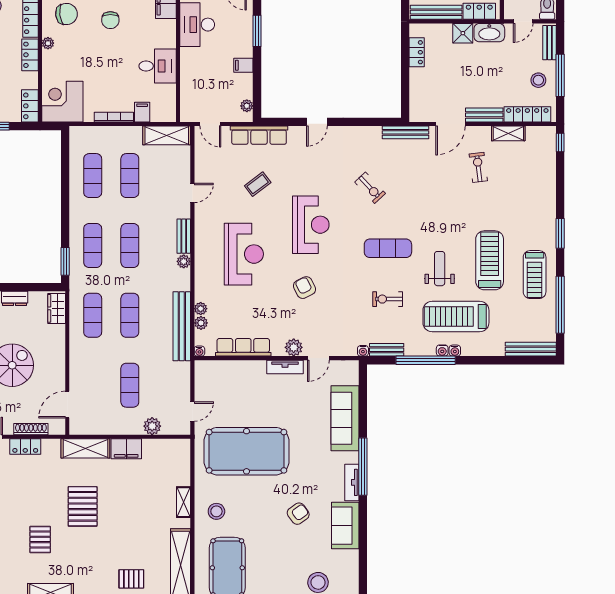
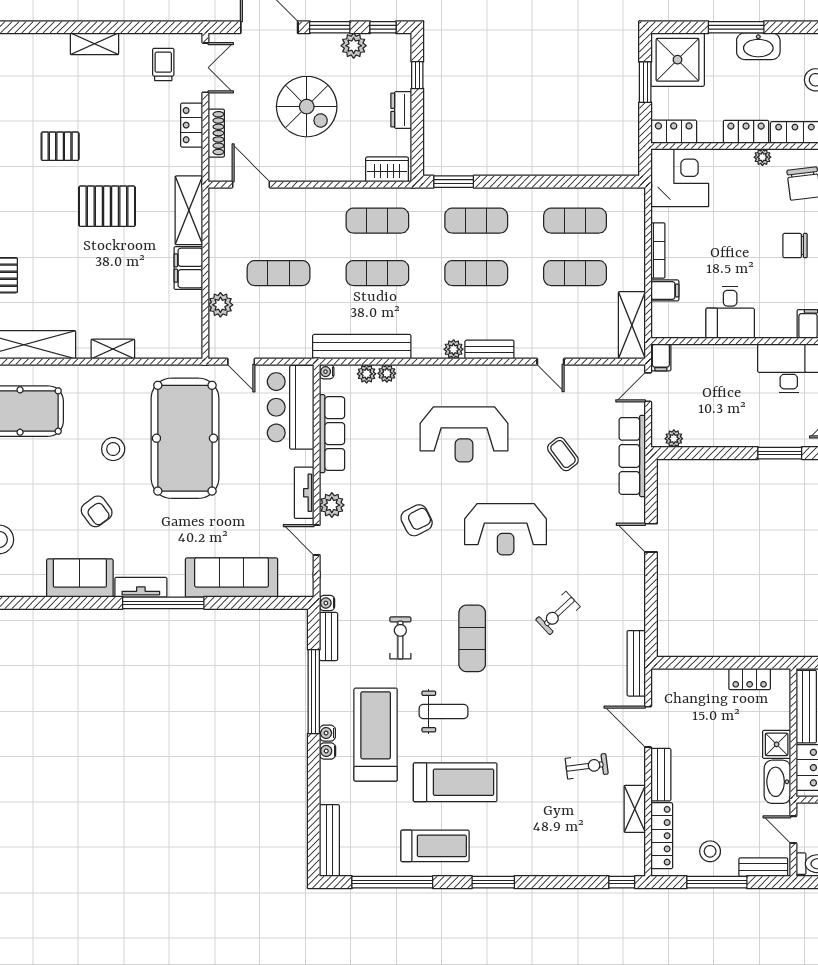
filing cabinet: (243, 65) -> (661, 357), moved, turned 180
treadmill: (535, 275) -> (435, 846), turned 180
water cooler: (442, 351) -> (328, 751), moved
bar counter: (225, 377) -> (291, 407), added
stool: (216, 511) -> (113, 449), moved

